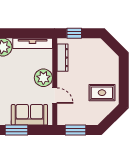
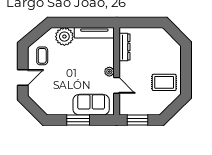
window: (74, 33) -> (136, 23), removed
plant: (43, 78) -> (109, 72), width x0.53, depth x0.53

